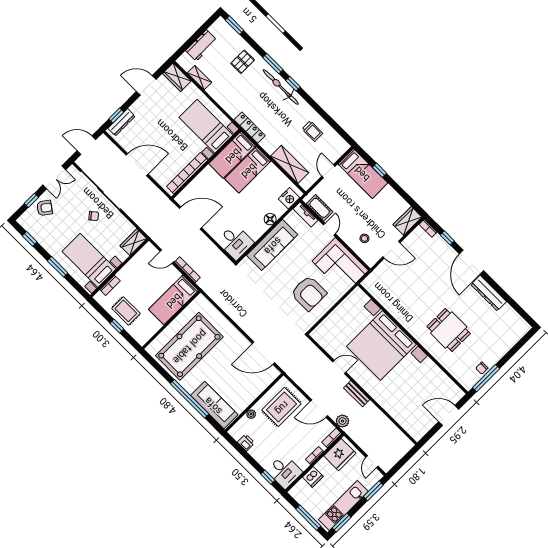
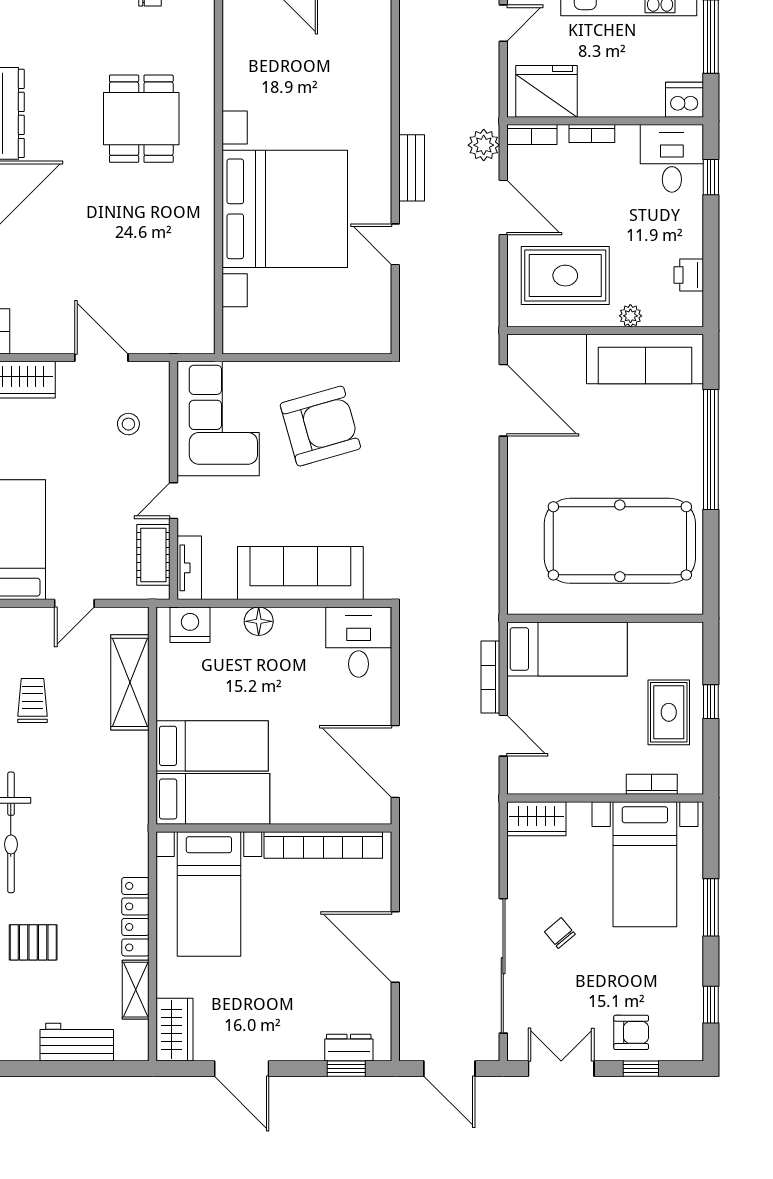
dresser: (121, 122) -> (349, 1048), width x0.70
locker: (250, 128) -> (135, 917), moved
armchair: (45, 208) -> (631, 1032), turned 144
armchair: (309, 293) -> (320, 426), turned 74
sofa: (214, 405) -> (645, 359), moved, turned -90
dishwasher: (313, 477) -> (685, 100), moved

